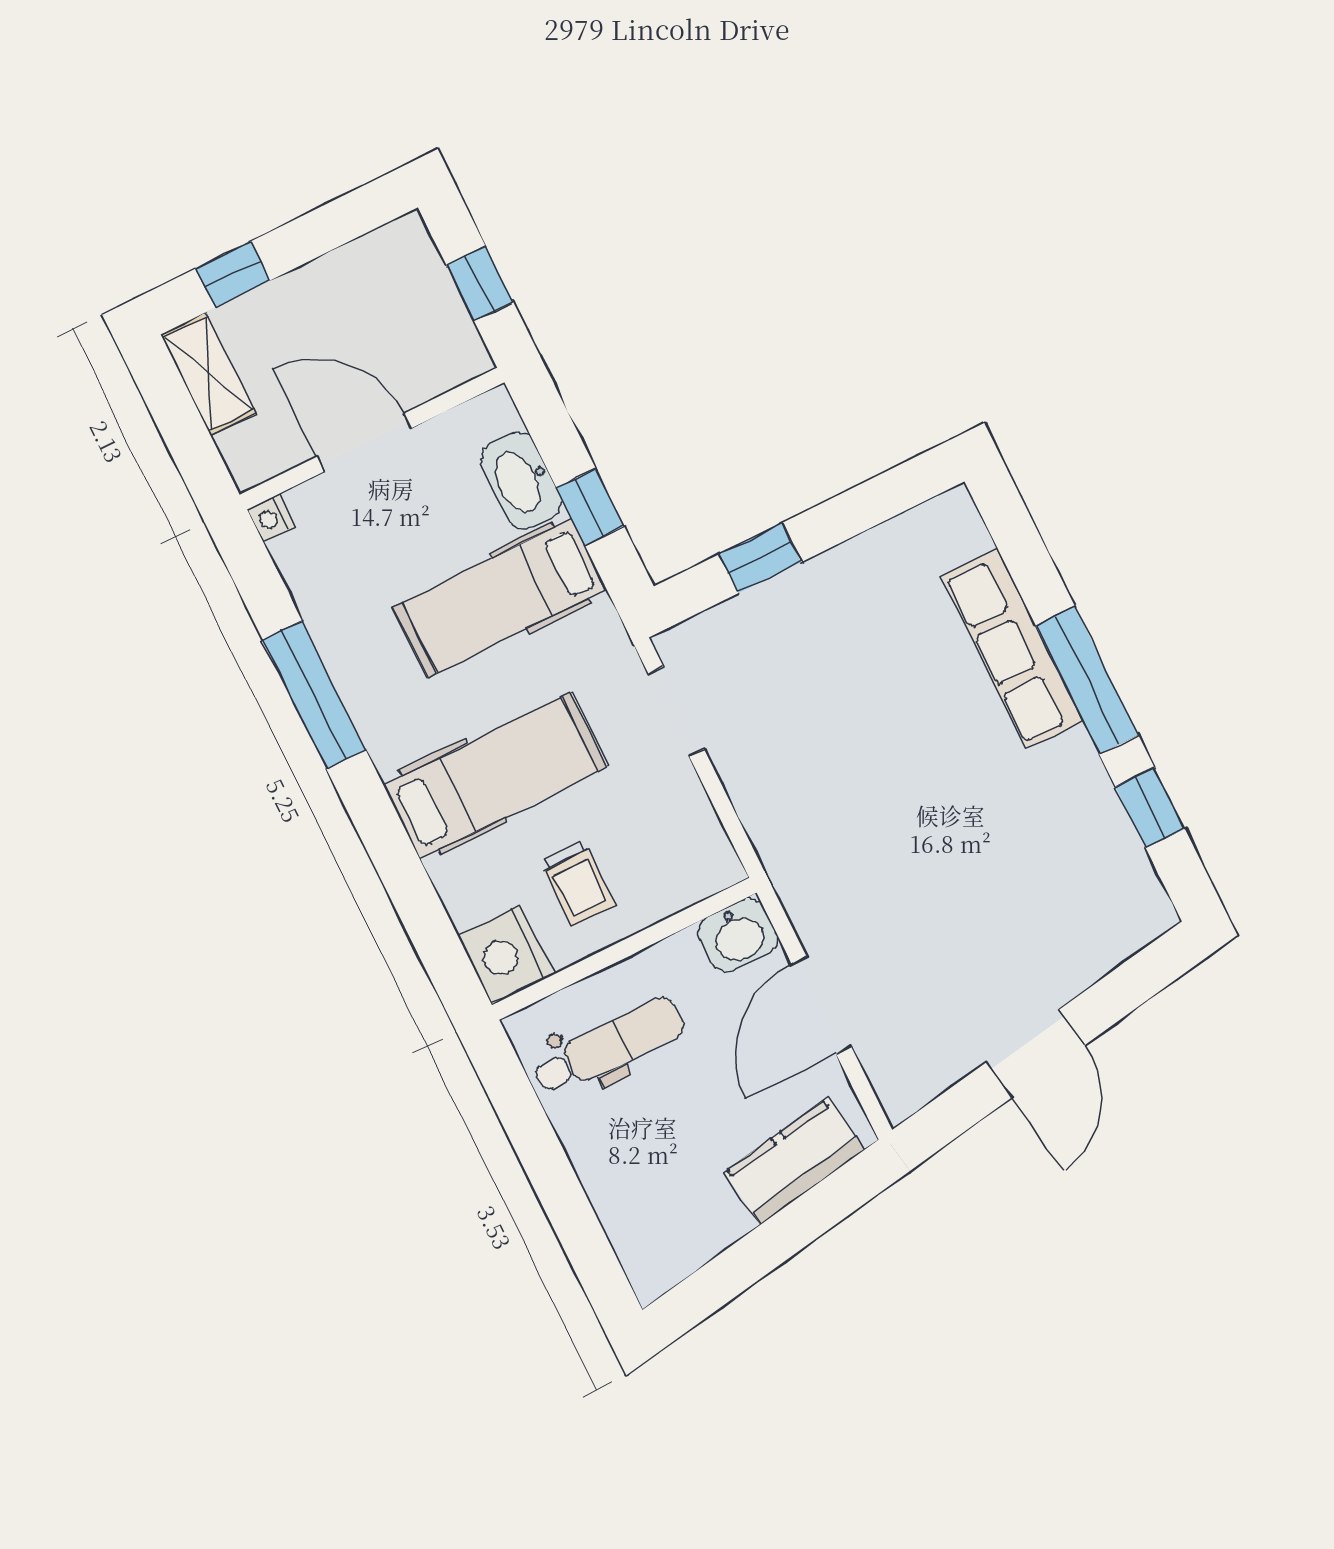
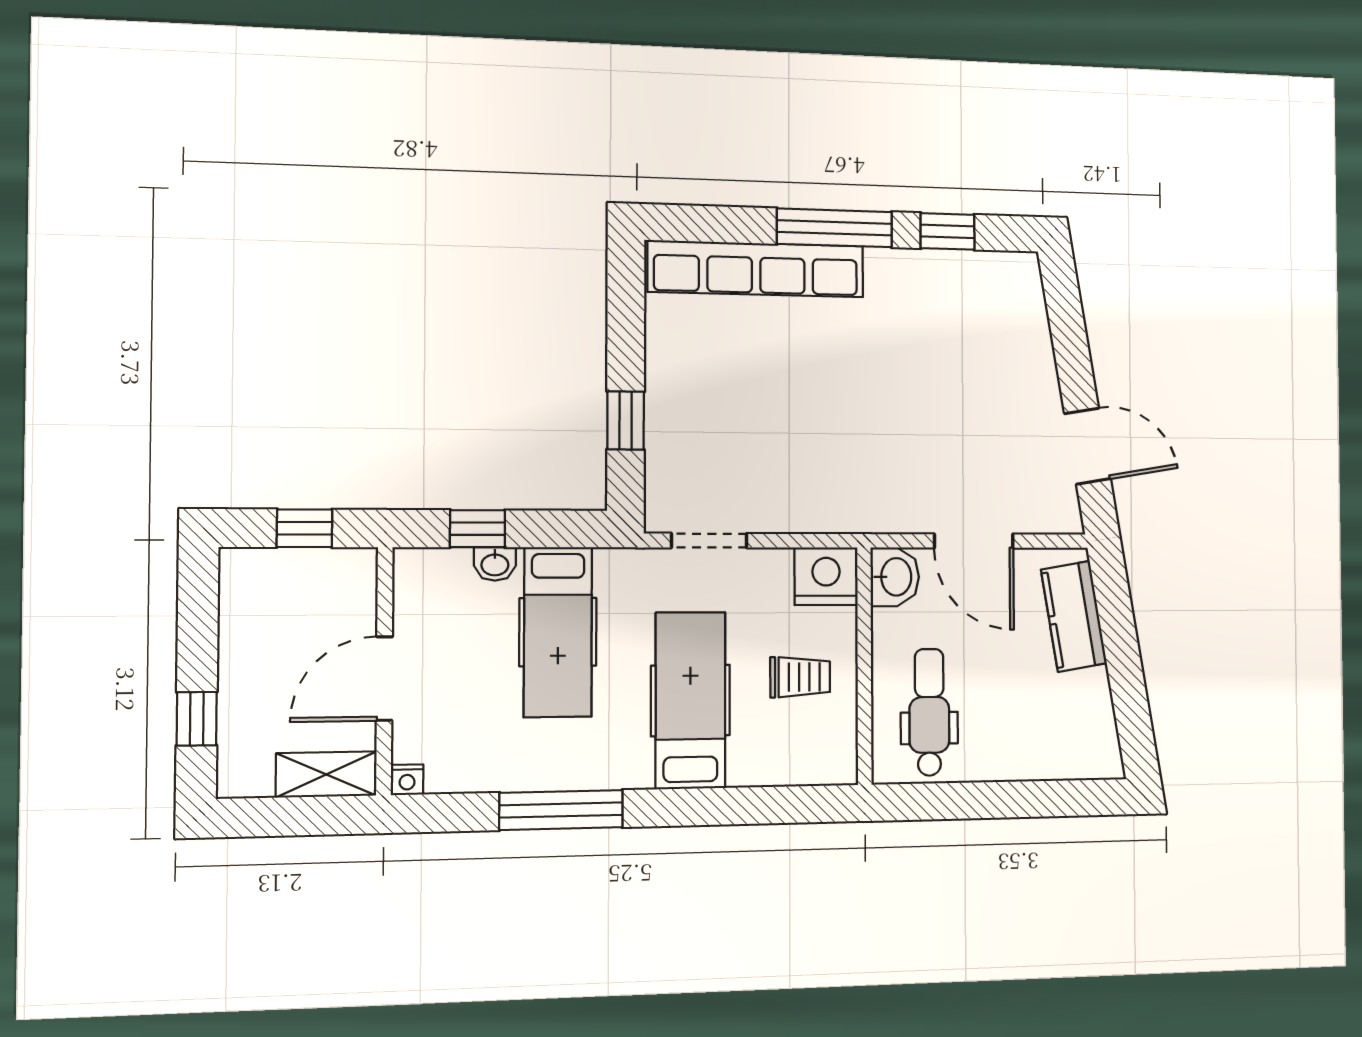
shelving: (208, 374) -> (326, 774), moved
washbasin: (521, 481) -> (495, 564), width x0.52, depth x0.69
window: (590, 507) -> (477, 529), moved
row of seats: (1012, 649) -> (756, 269), width x1.36
nightstand: (506, 955) -> (826, 576), moved, turned 180
door: (1035, 1054) -> (1087, 446), moved

